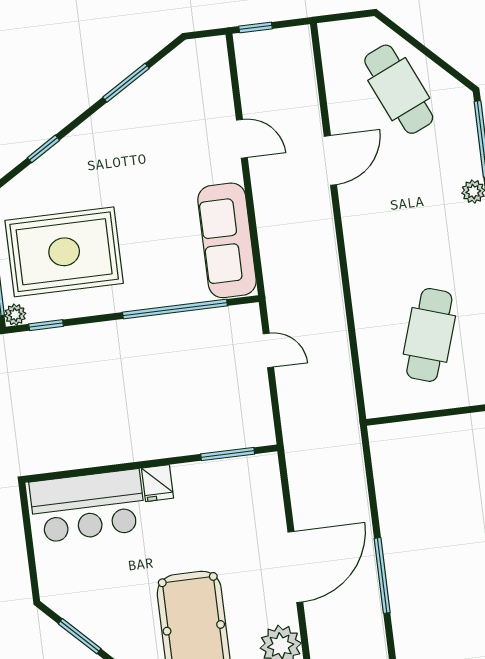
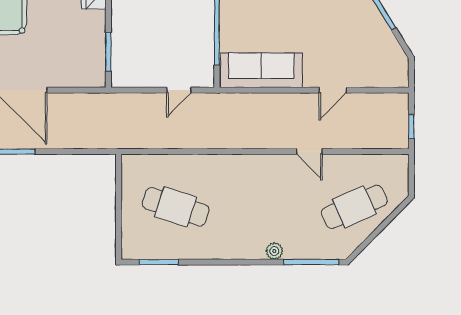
window: (255, 27) -> (411, 126), moved
door: (330, 160) -> (309, 152), width x0.73

